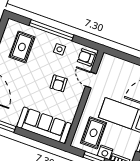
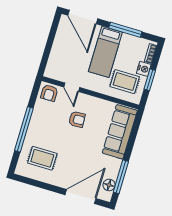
side table: (60, 49) -> (43, 120), removed
door: (91, 80) -> (72, 87), hinge flipped

